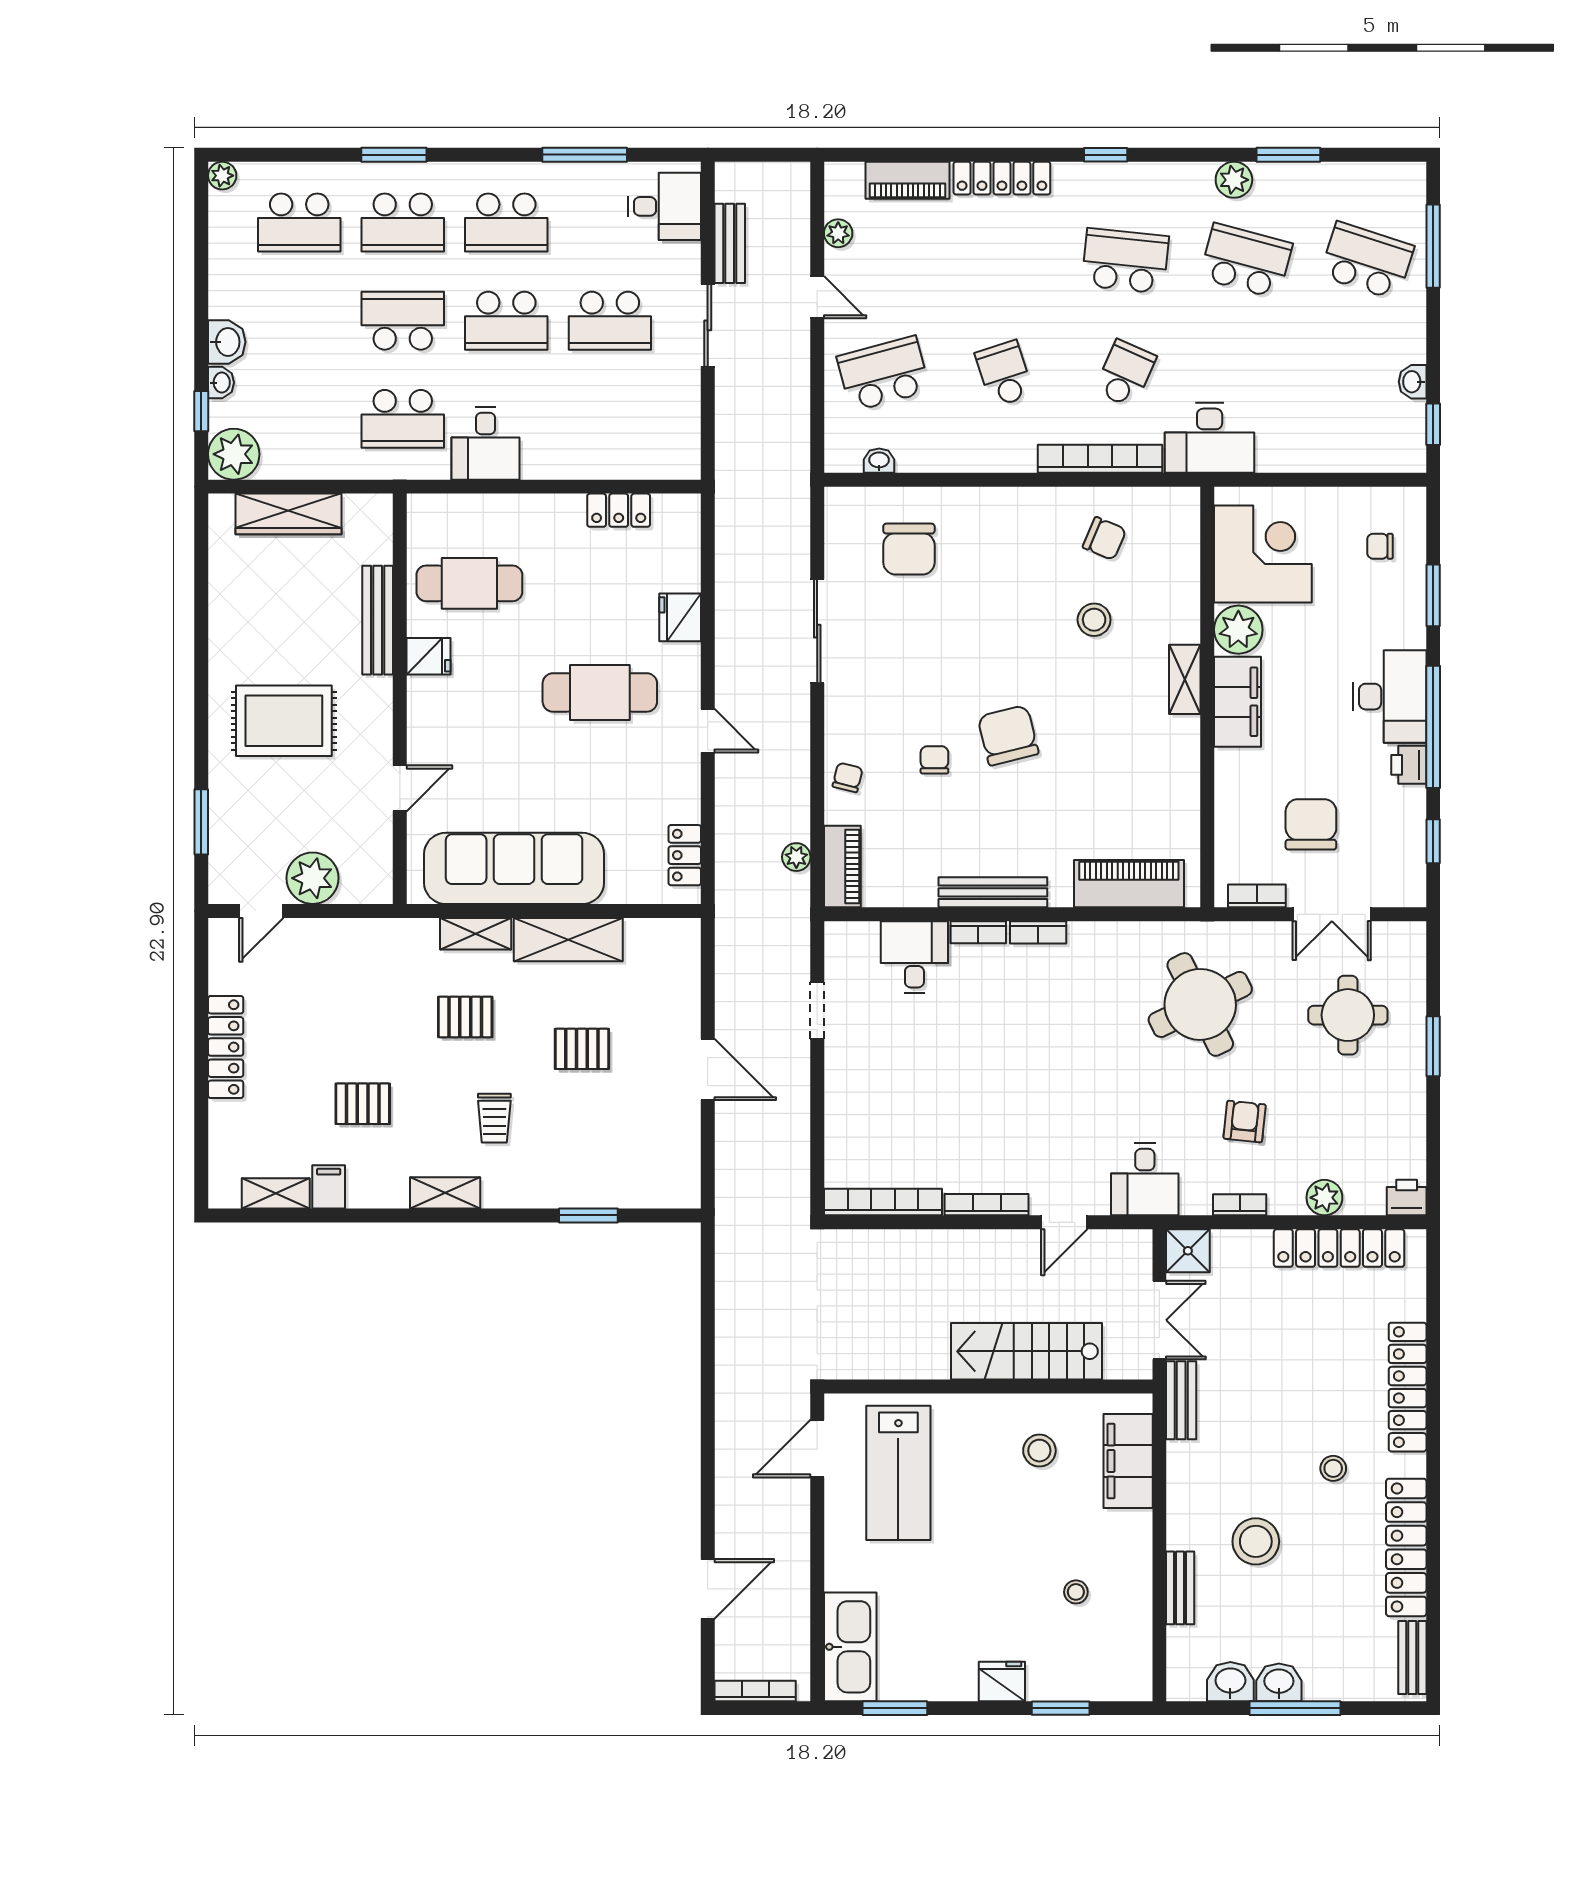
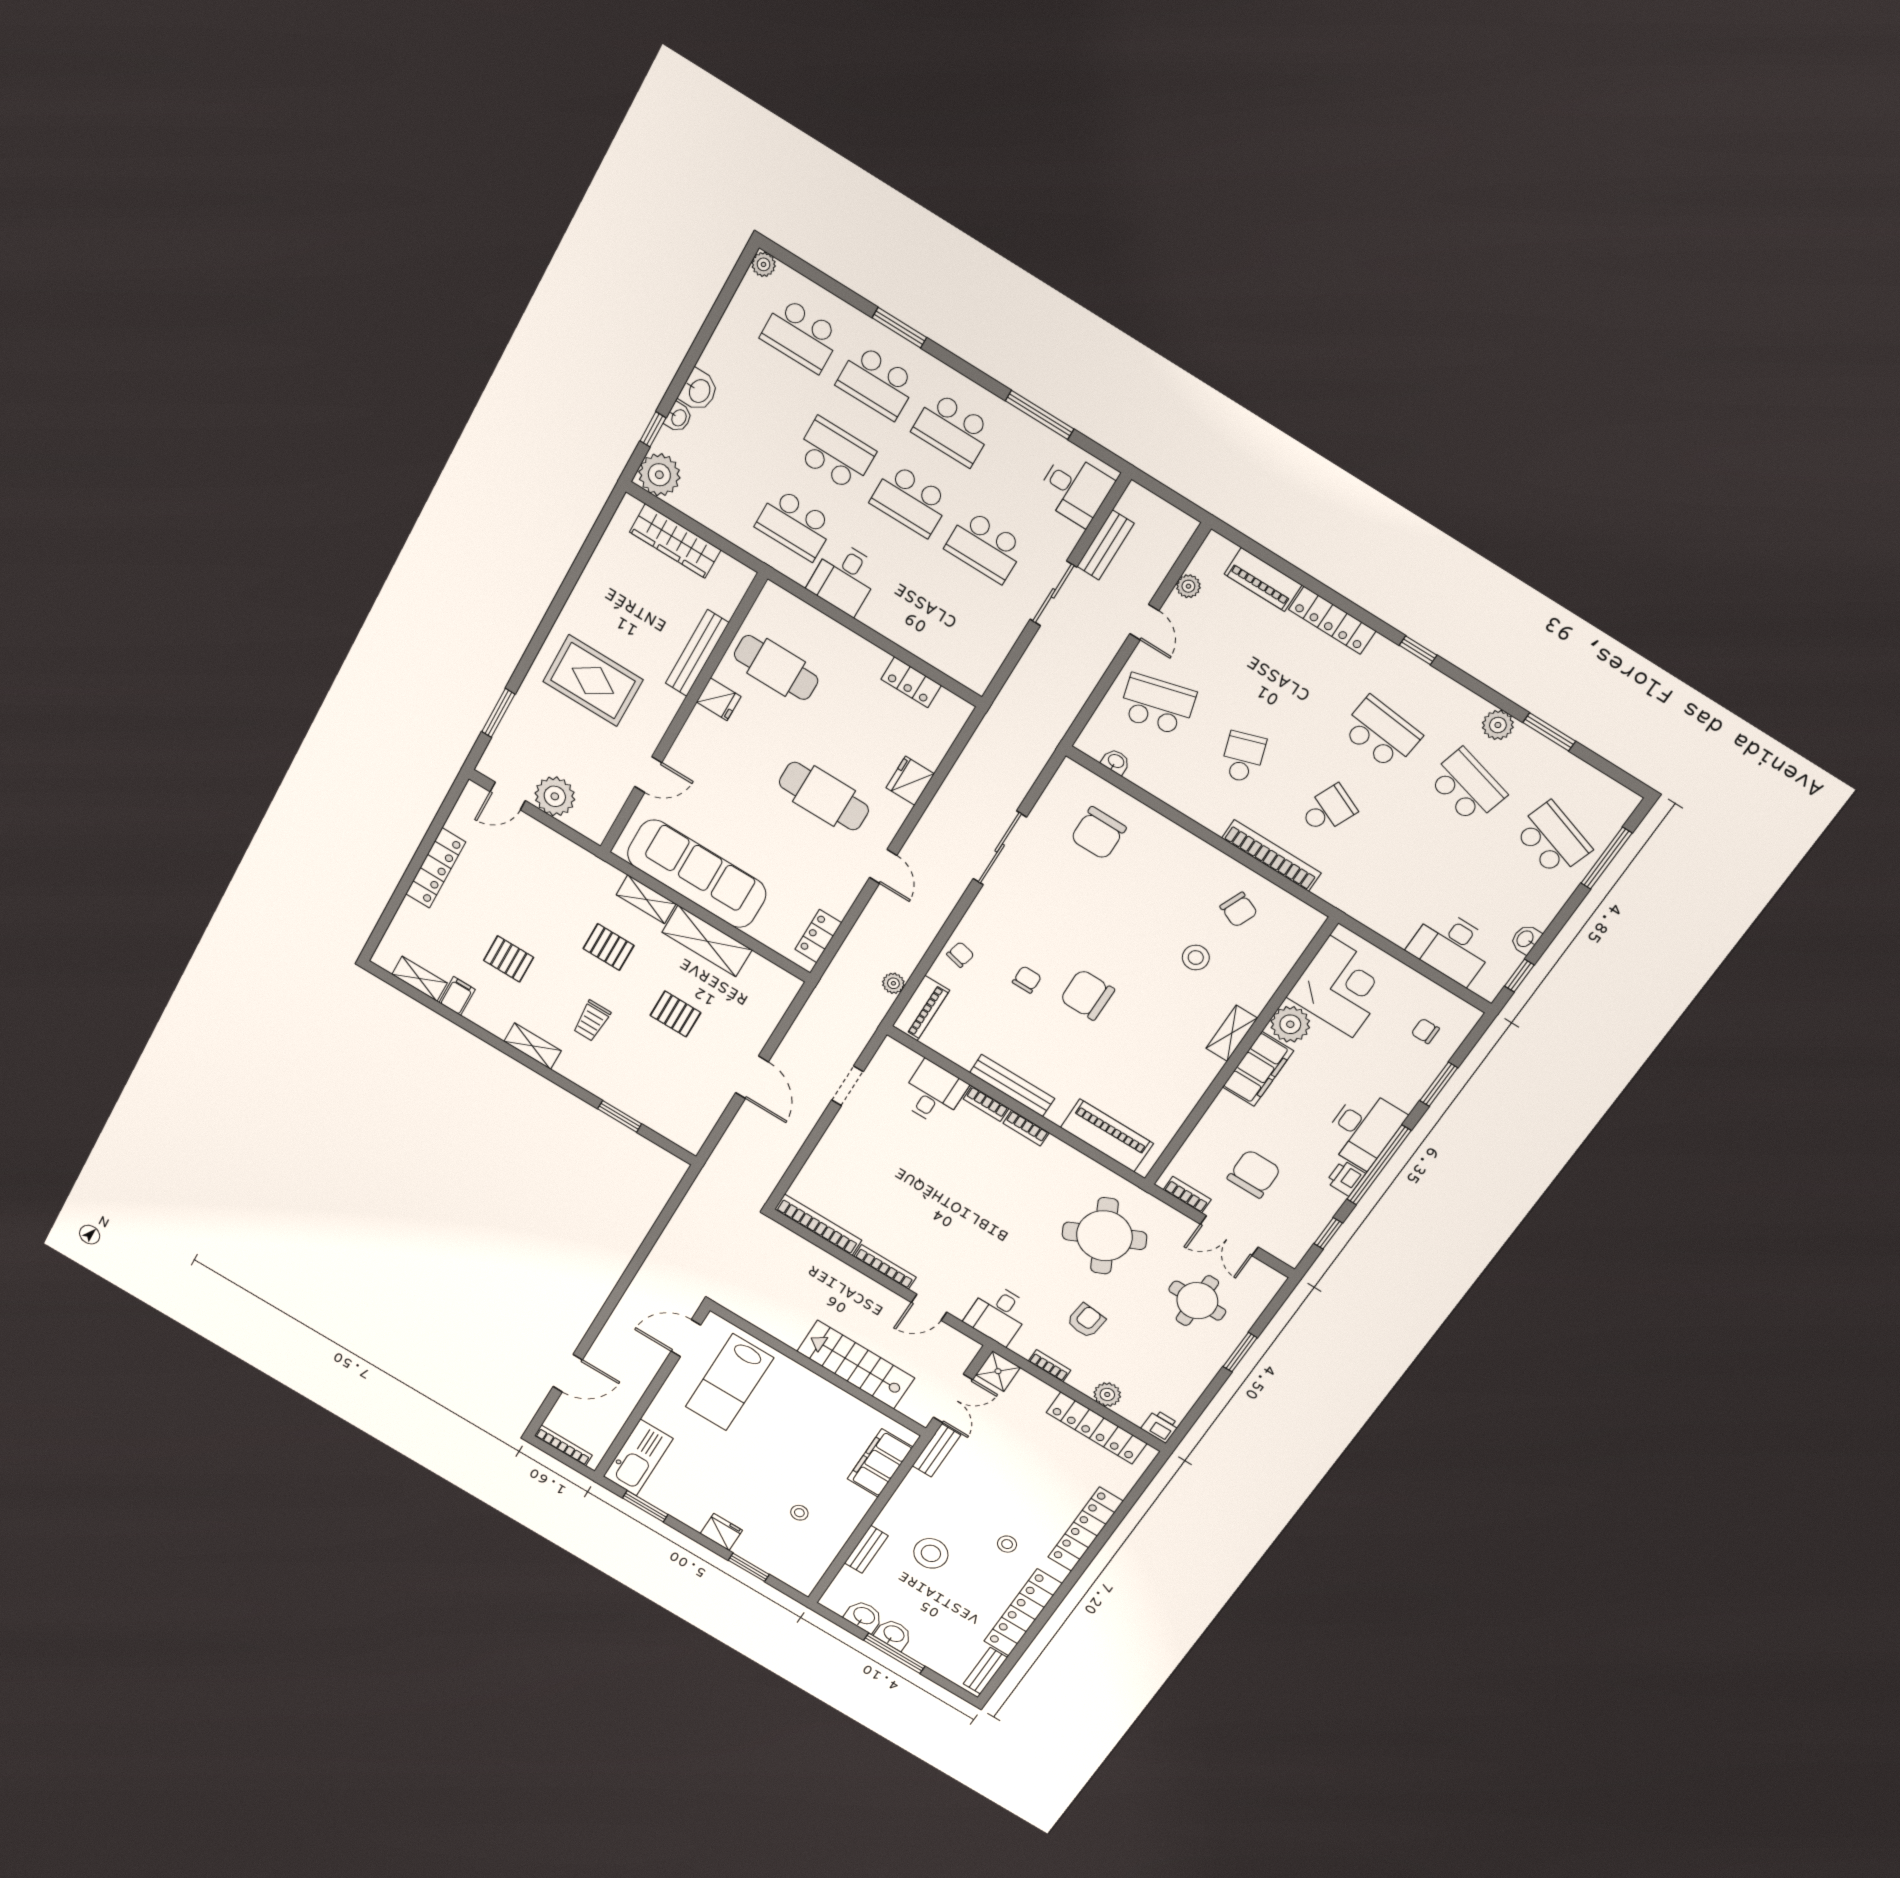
desk: (1210, 438) -> (1452, 947), moved
chair: (1008, 735) -> (1087, 995), turned -76
stool: (1039, 1451) -> (827, 1424), removed

